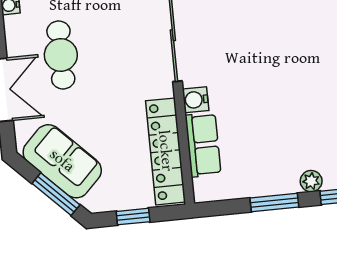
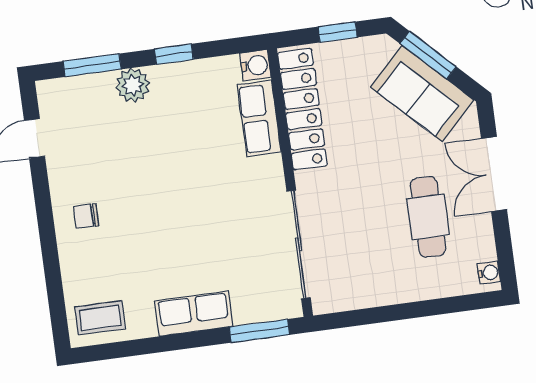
water cooler: (196, 100) -> (255, 65), moved
plant: (311, 181) -> (133, 85), width x1.38, depth x1.38
window: (274, 202) -> (174, 54), width x0.67

